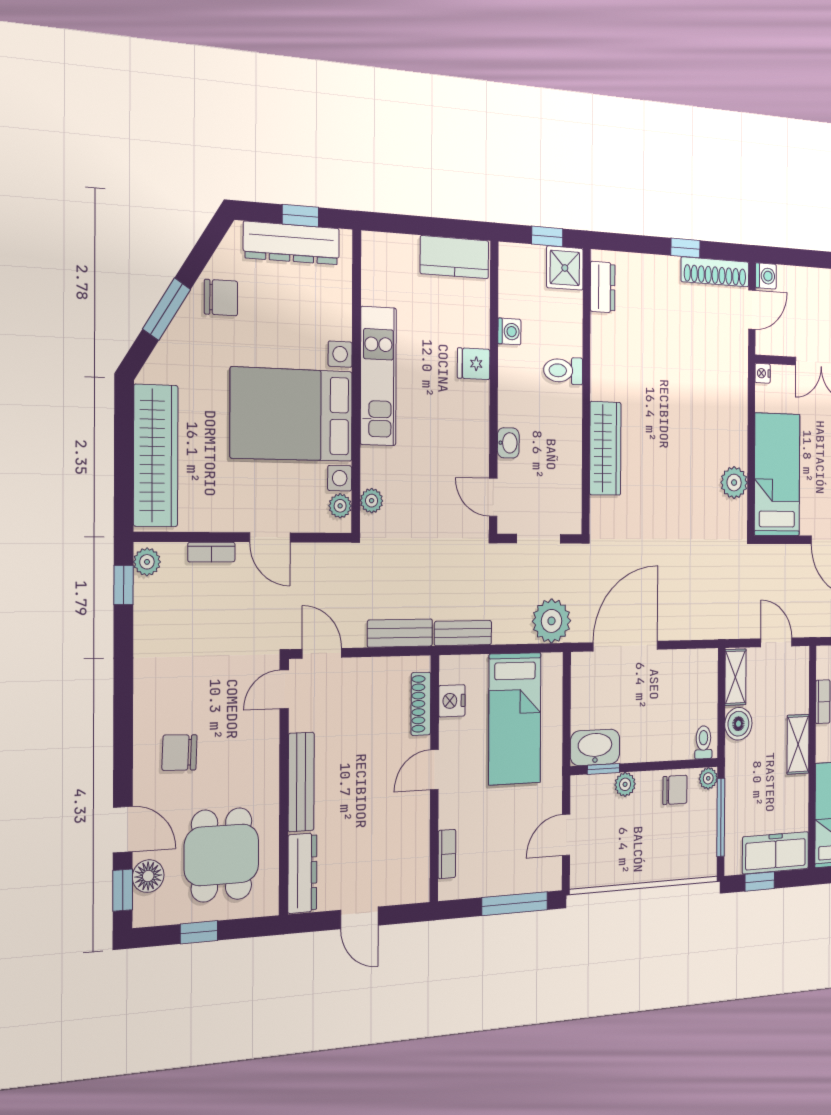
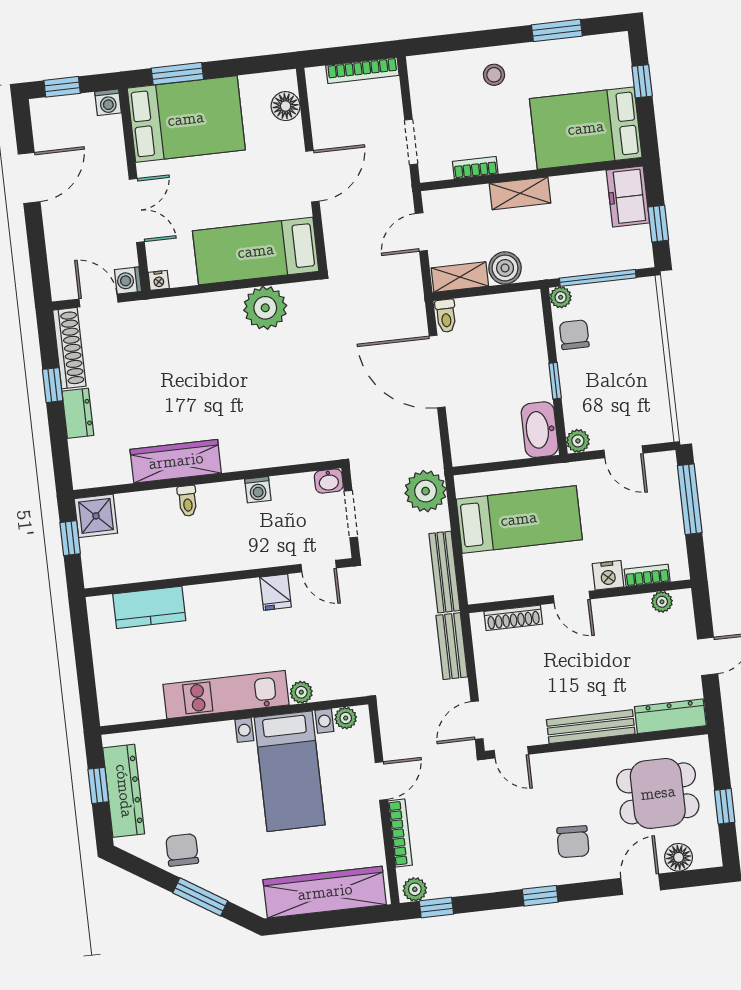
kitchen counter: (455, 257) -> (149, 607), moved, turned 90
washing machine: (766, 276) -> (128, 281), moved, turned -90
dresser: (603, 287) -> (78, 413), moved, turned 90
washing machine: (509, 331) -> (258, 490), moved, turned 180
fridge: (474, 364) -> (276, 592), moved
toilet: (563, 371) -> (187, 501), width x0.73, depth x0.72
bed with nightstands: (292, 414) -> (290, 771), width x0.73
washbasin: (508, 443) -> (329, 481), moved, turned 180
wardrobe: (605, 448) -> (176, 461), moved
plant: (734, 483) -> (265, 308), width x1.36, depth x1.36
door: (493, 497) -> (319, 566), hinge flipped
plant: (372, 501) -> (301, 692), moved
bookcase: (211, 552) -> (400, 833), width x1.56
bench: (463, 633) -> (445, 572), width x1.36
door: (626, 646) -> (437, 371), moved
nightstand: (452, 701) -> (608, 575), moved
toilet: (703, 742) -> (446, 316), moved, turned -90
window: (604, 769) -> (555, 381), moved
plant: (625, 784) -> (578, 441), moved
freezer: (776, 853) -> (628, 196), width x0.71
plant: (419, 869) -> (662, 602), added
window: (123, 890) -> (540, 896), moved

